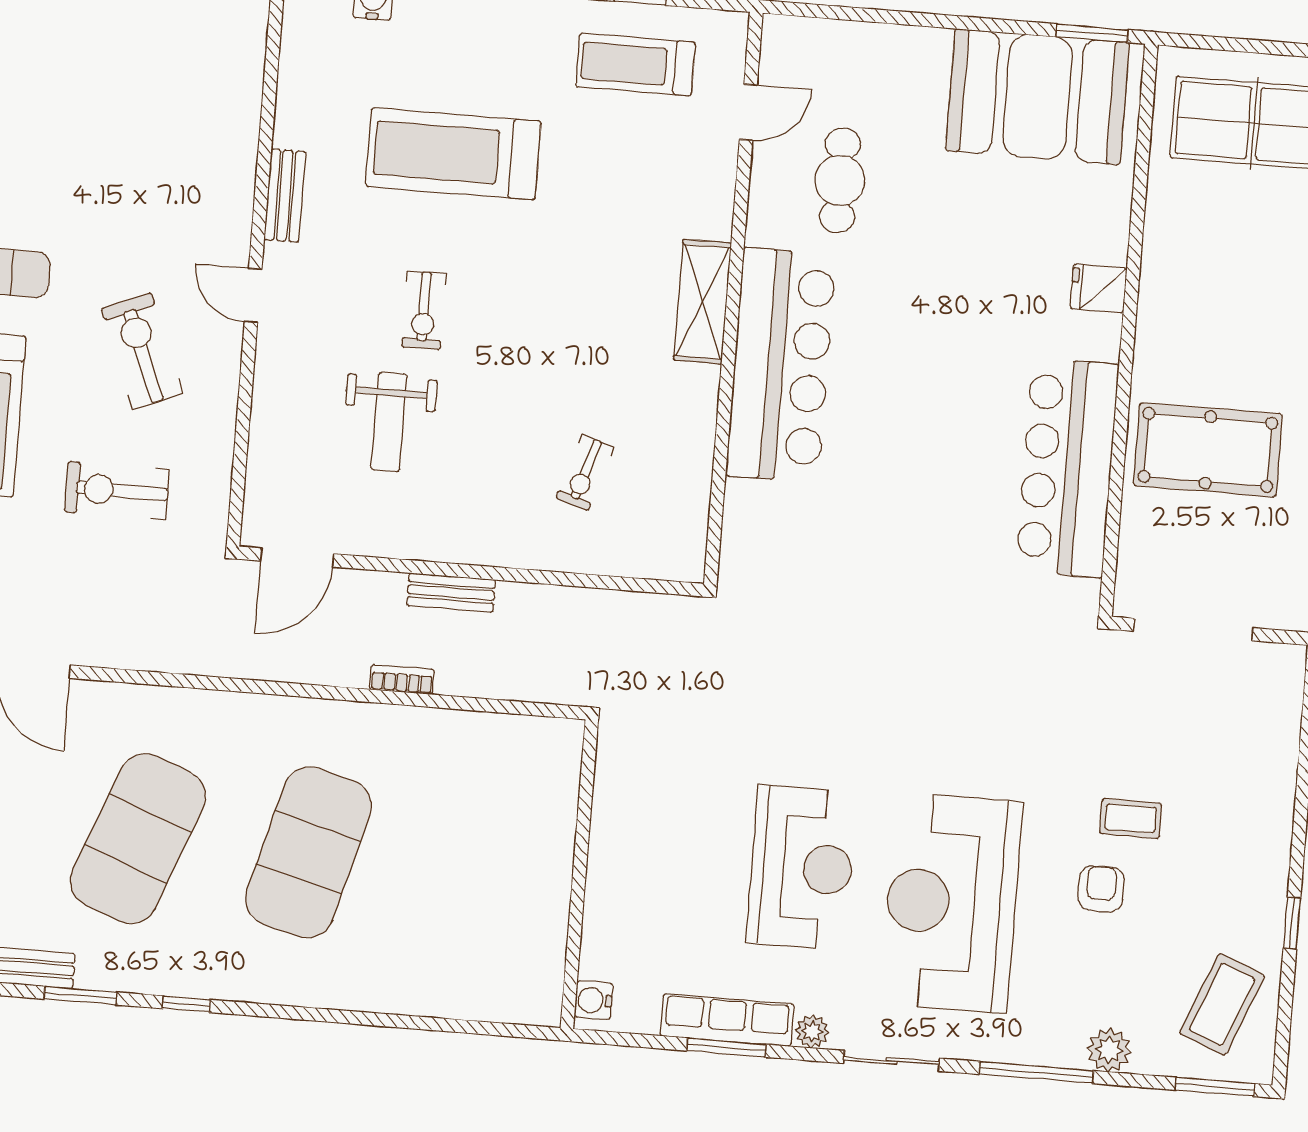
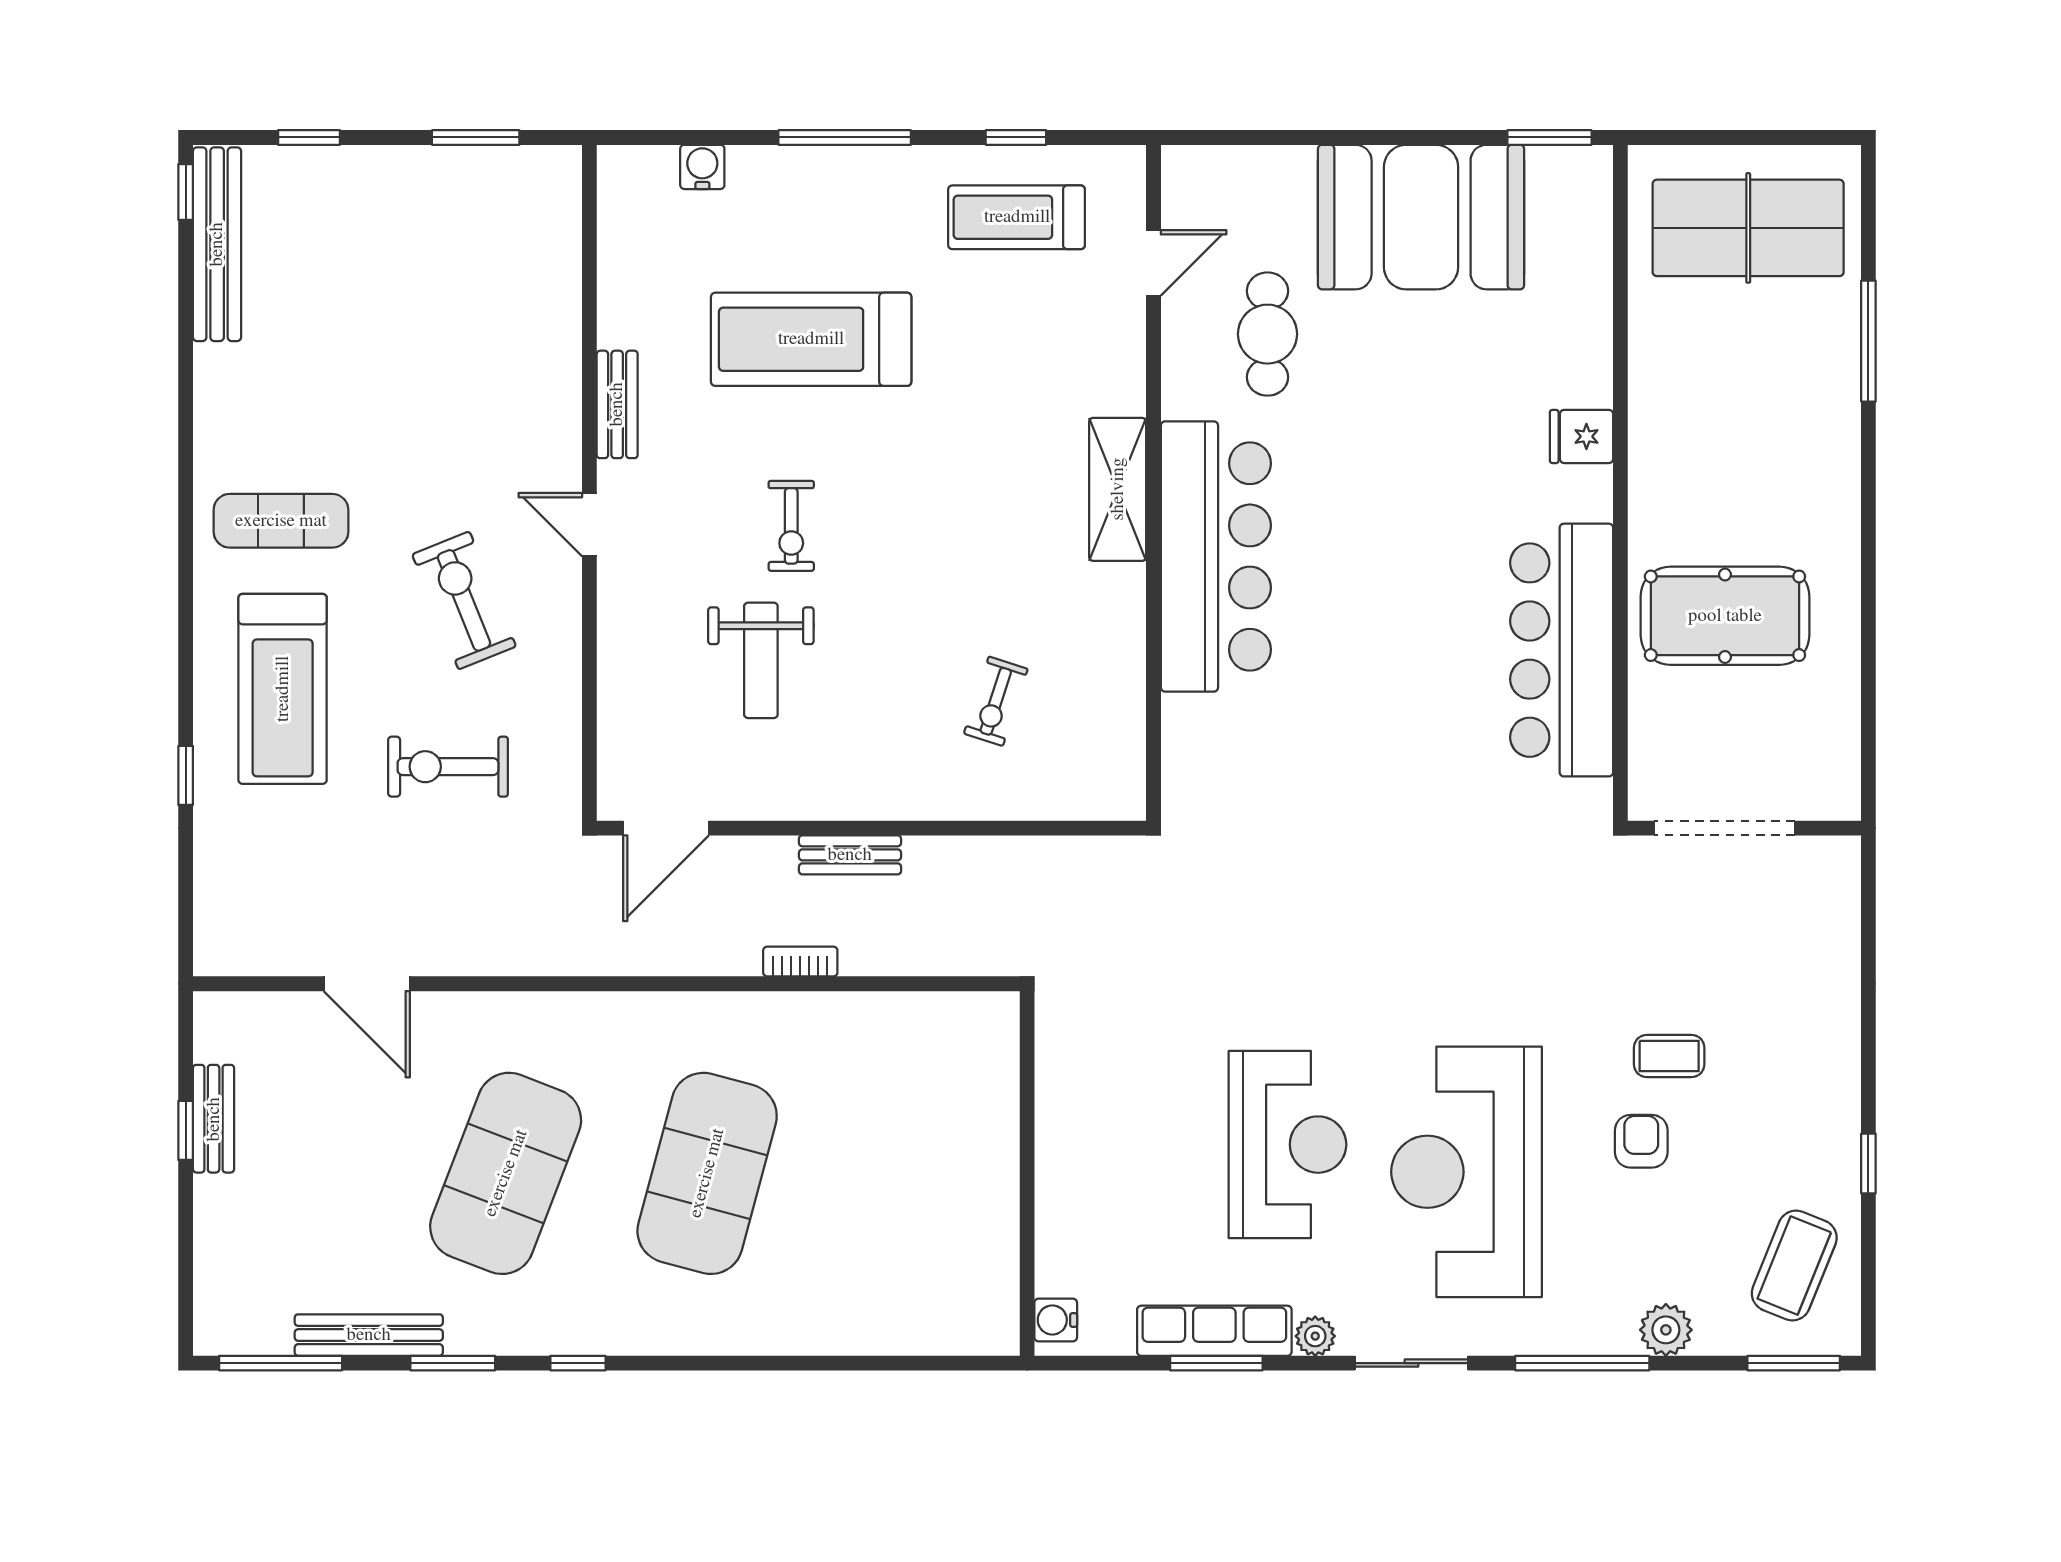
booth: (1038, 97) -> (1421, 217), moved

